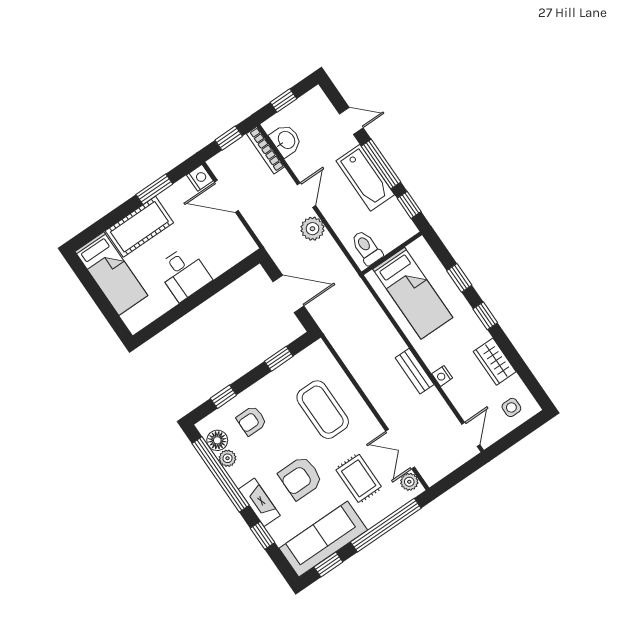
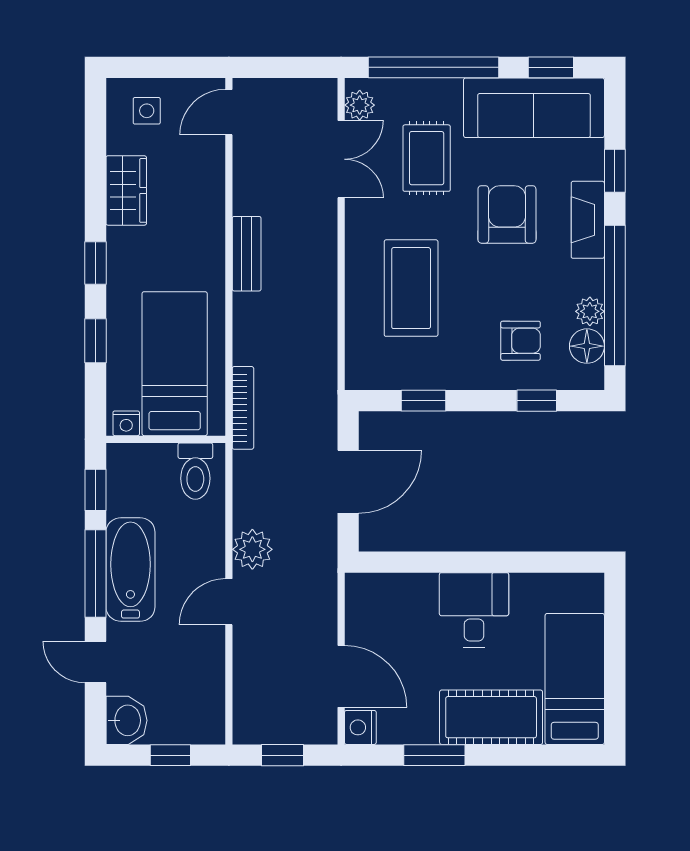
washbasin: (286, 140) -> (126, 720), moved, turned 180
bookcase: (265, 150) -> (243, 408), moved
door: (288, 294) -> (348, 482), swing flipped
nightstand: (442, 376) -> (126, 423), moved, turned 90
armchair: (301, 478) -> (507, 214), turned -90

